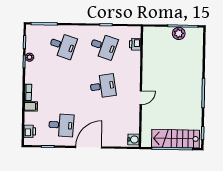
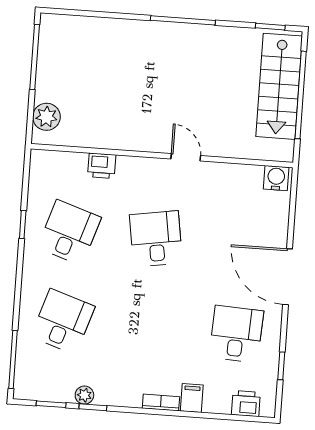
plant: (179, 33) -> (46, 117), moved
printer: (135, 44) -> (102, 166), moved

